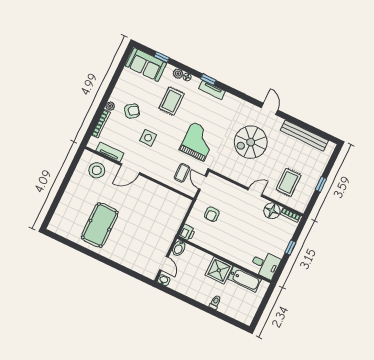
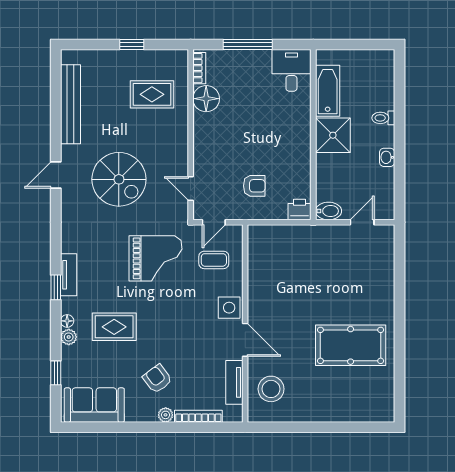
sofa: (146, 65) -> (94, 405), moved, turned -90
side table: (148, 138) -> (229, 308), moved
grand piano: (198, 142) -> (156, 258), turned 180
door: (255, 192) -> (191, 188), moved
window: (291, 248) -> (248, 45), width x2.17
washbasin: (164, 280) -> (387, 157), moved

